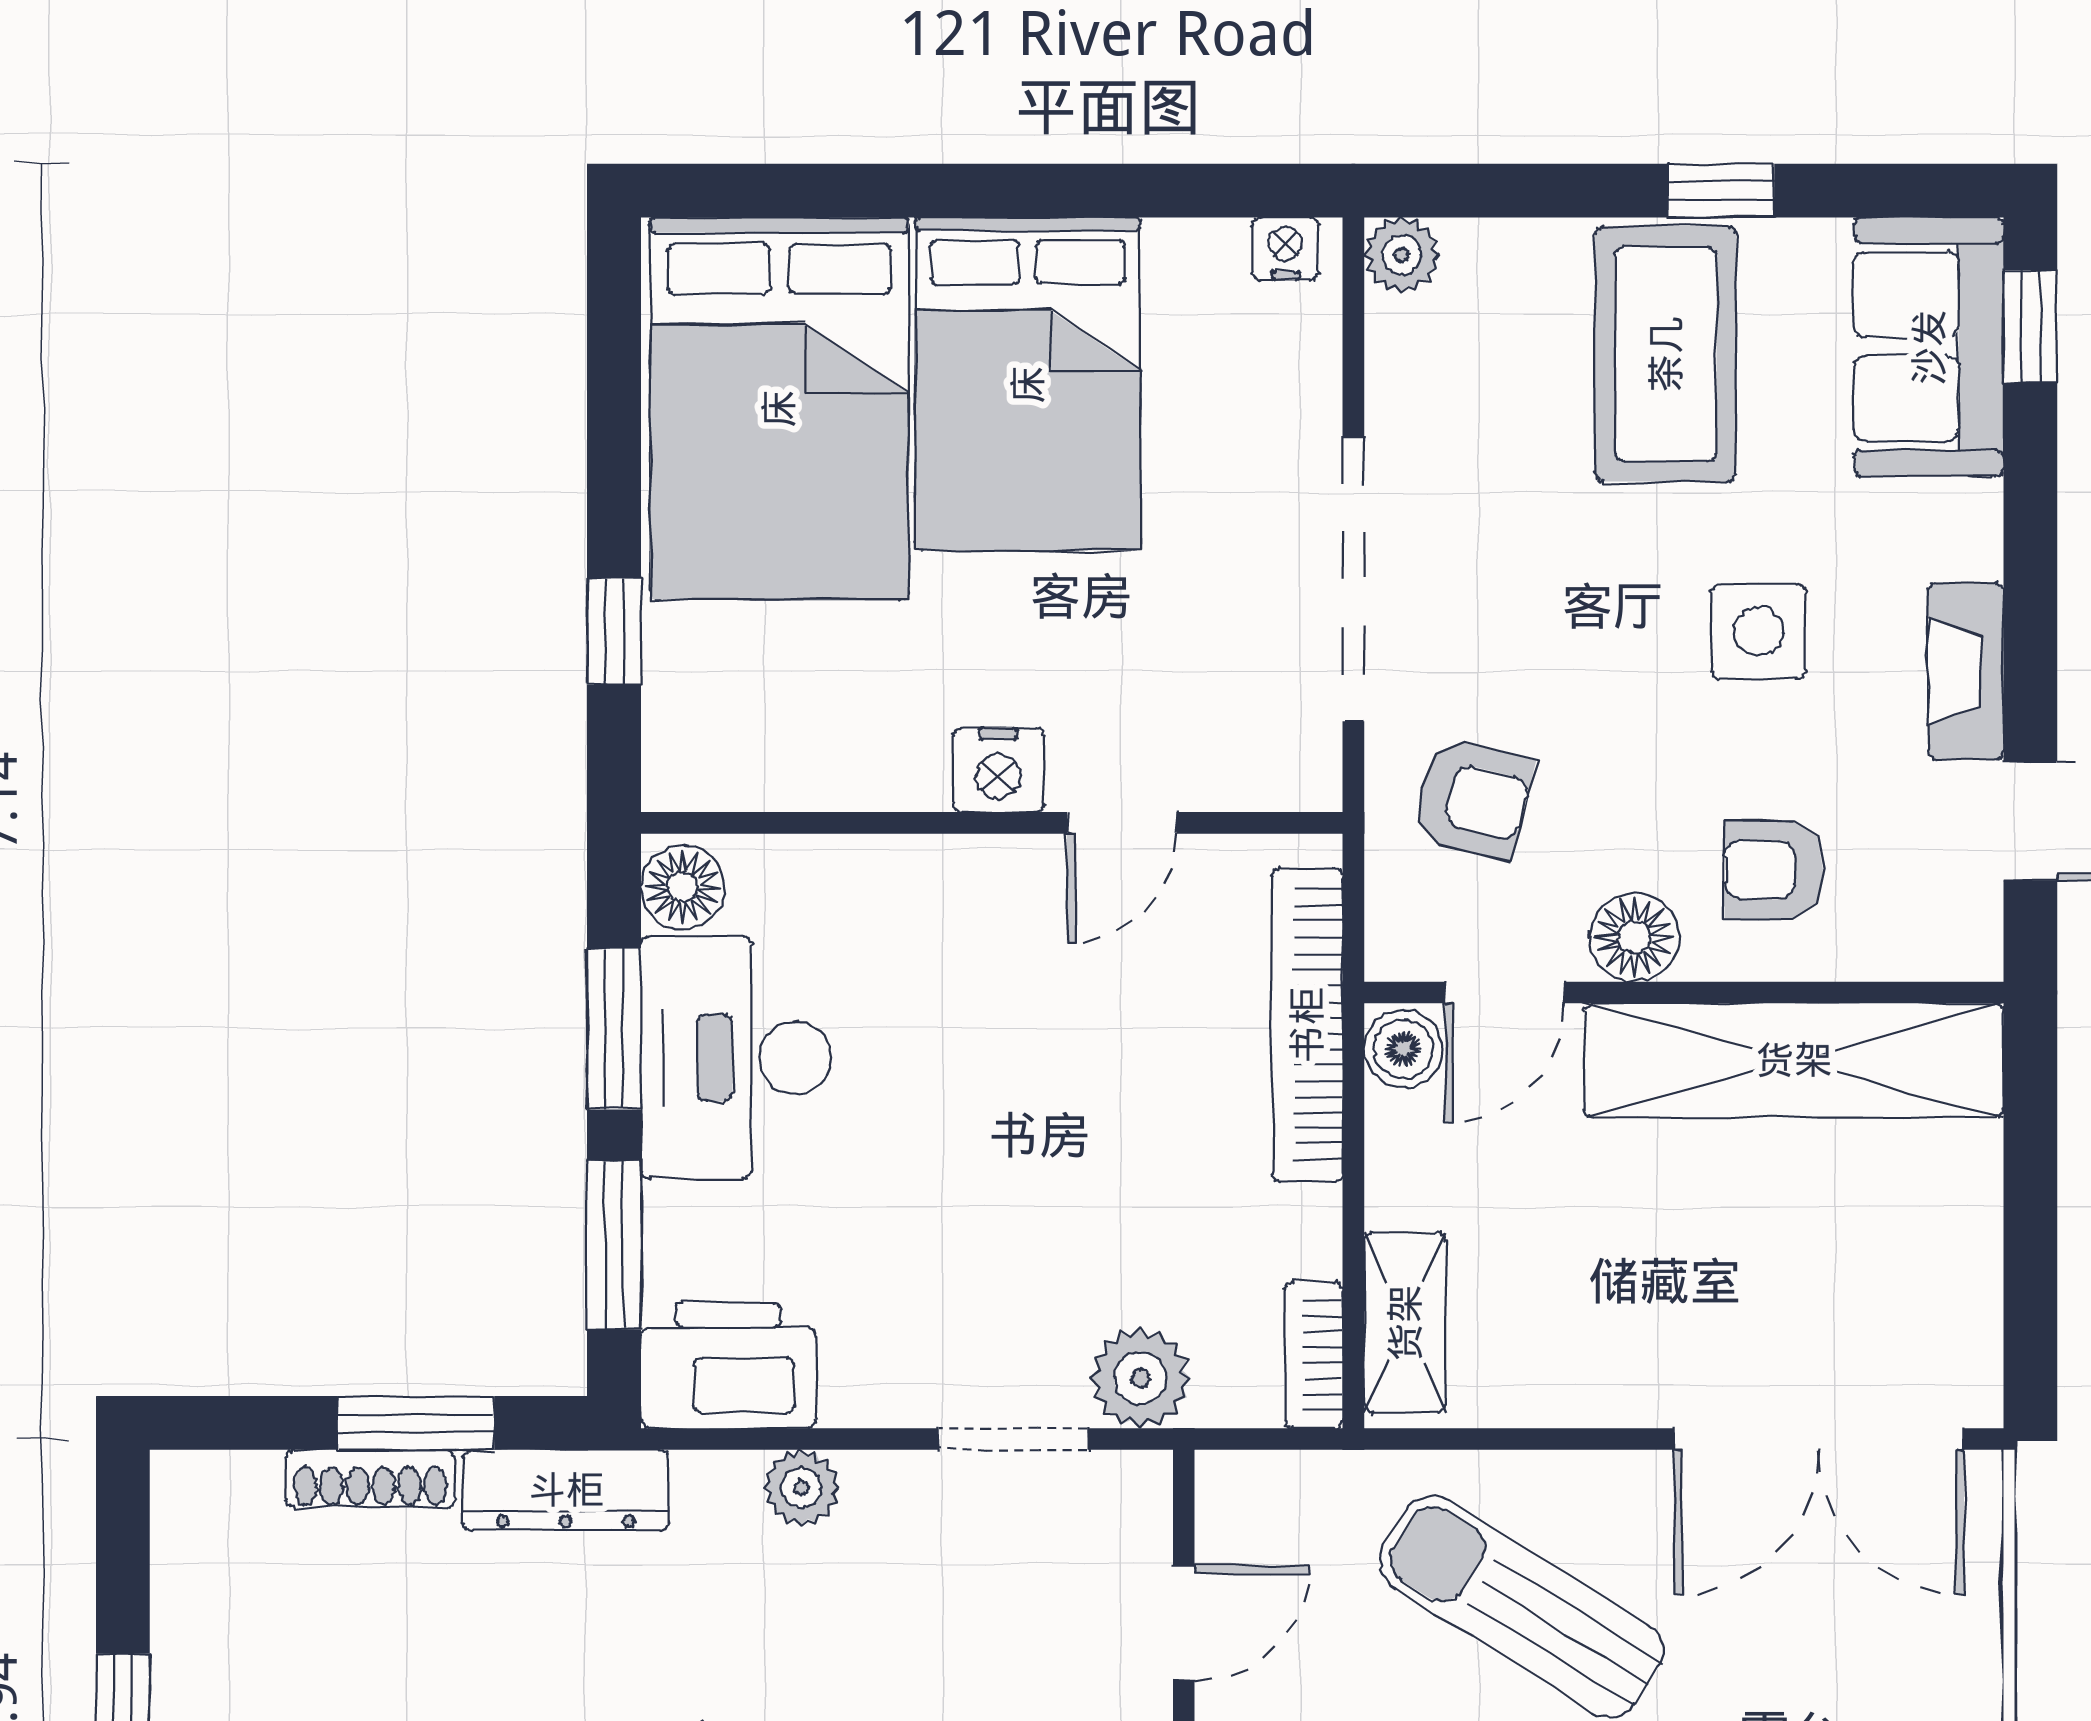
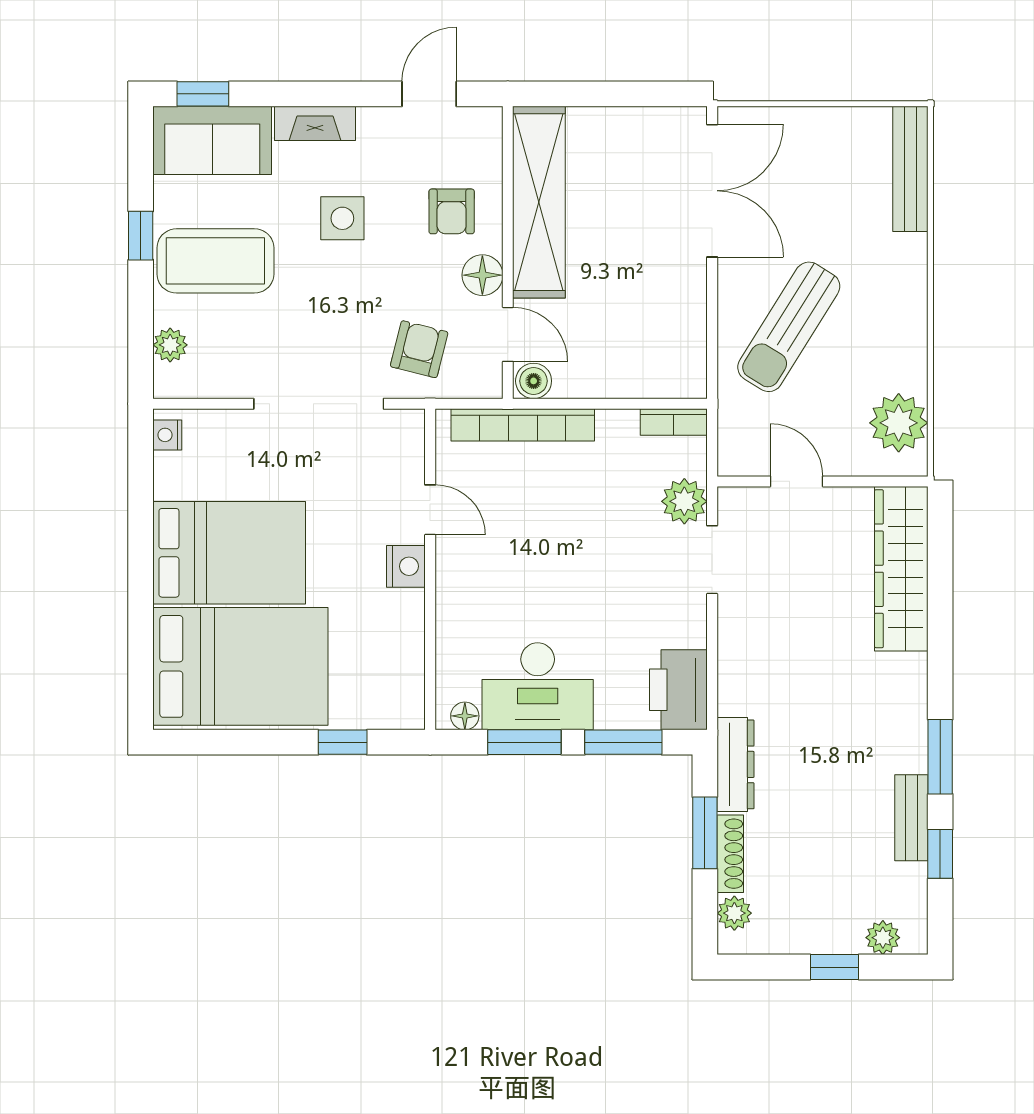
plant: (1402, 255) -> (170, 345), moved
fireplace: (1966, 671) -> (315, 123), moved
floor lamp: (683, 887) -> (465, 716), width x0.73, depth x0.73
shelving: (1405, 1323) -> (659, 380), removed
plant: (801, 1488) -> (734, 913), moved

